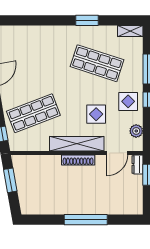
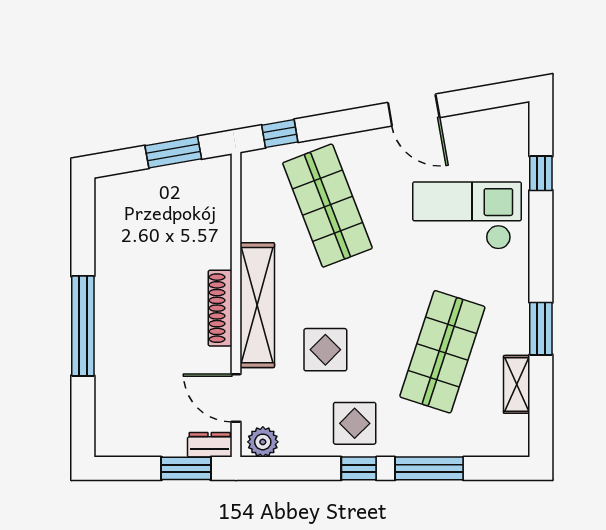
window: (19, 20) -> (541, 173), added
shelving: (130, 31) -> (517, 384), moved
checkout: (38, 53) -> (467, 216), added
plant: (136, 131) -> (263, 442), moved

